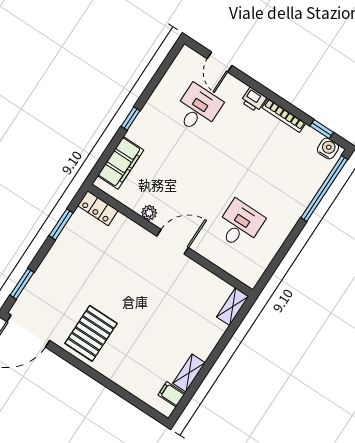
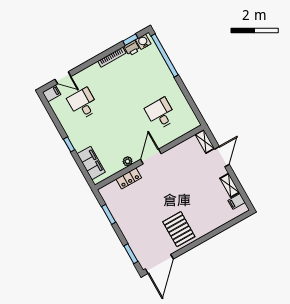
filing cabinet: (189, 57) -> (51, 93), added
printer: (254, 100) -> (132, 48), moved
locker: (98, 208) -> (129, 178), moved
door: (224, 342) -> (222, 157), added

